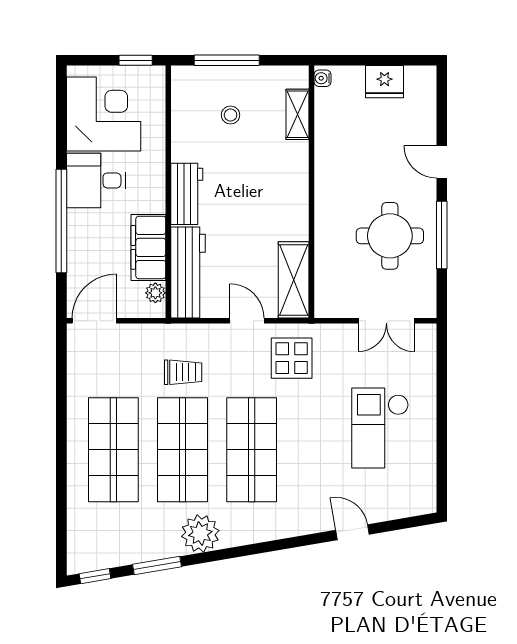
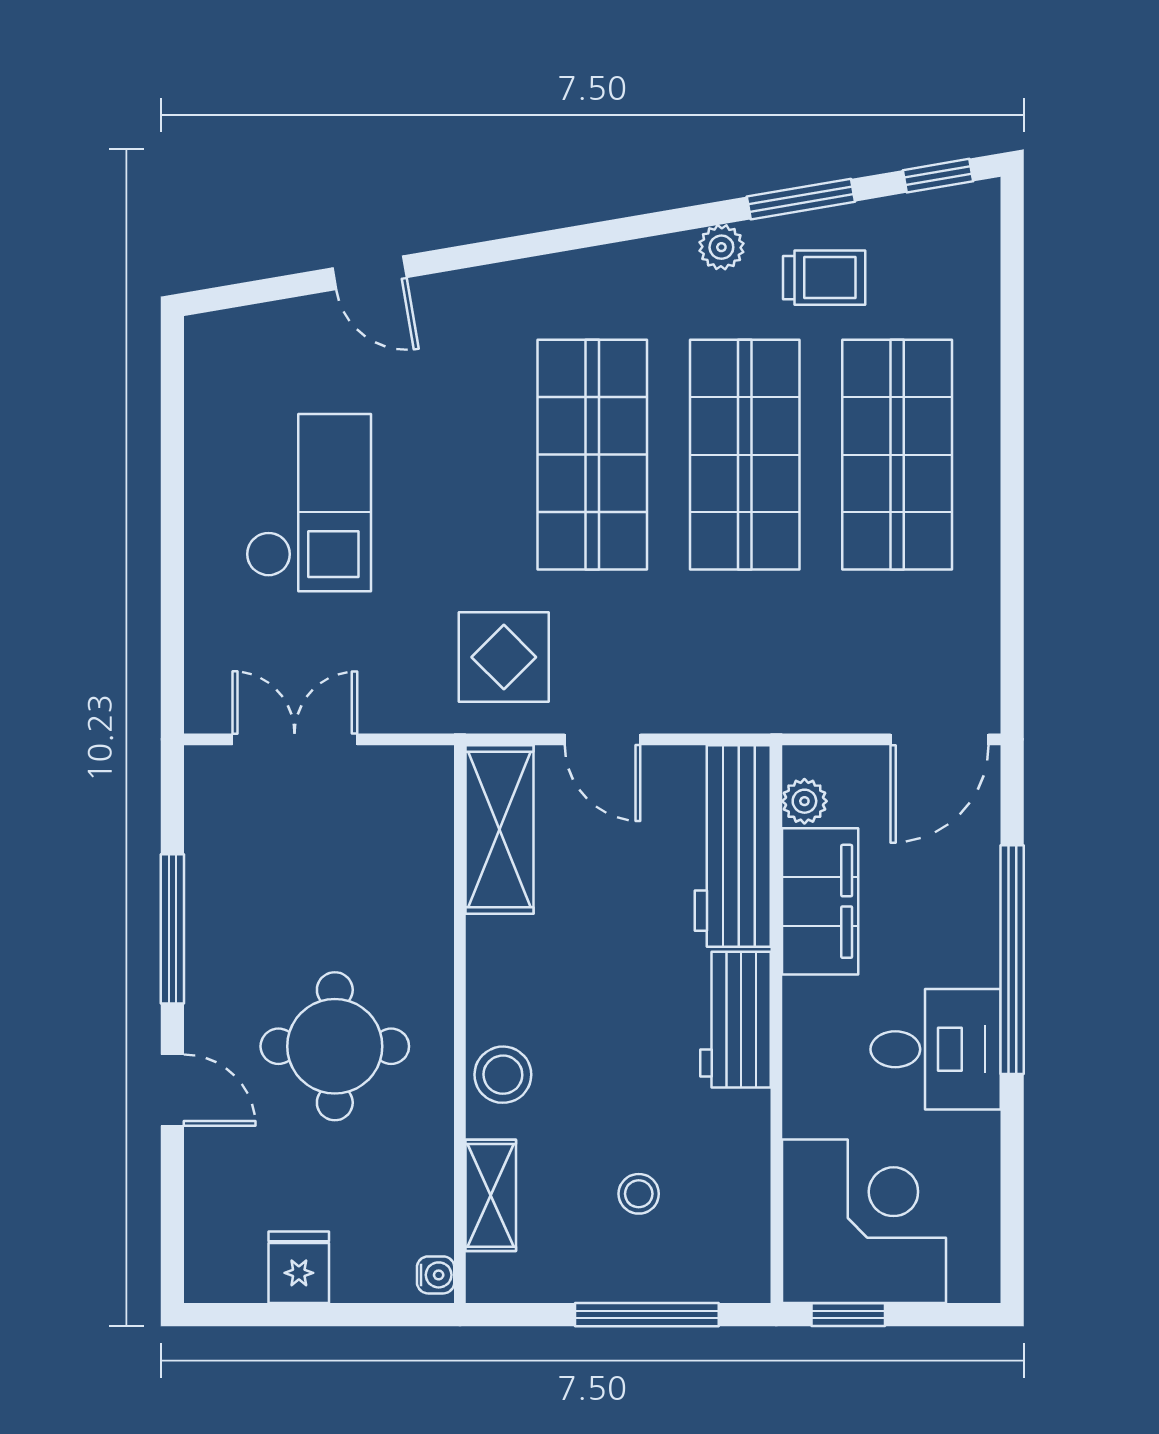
fridge: (384, 82) -> (299, 1267), width x0.72
corner desk: (104, 114) -> (864, 1221), moved, turned 180
stool: (292, 169) -> (503, 1075), added
round table: (390, 236) -> (335, 1046), moved
trolley: (183, 372) -> (824, 278), moved, turned 180
plant: (200, 534) -> (721, 247), width x0.53, depth x0.53

